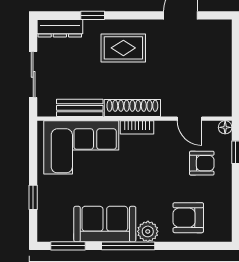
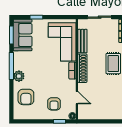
door: (189, 119) -> (77, 98), swing flipped
armchair: (188, 218) -> (26, 97), turned 180
sofa: (105, 224) -> (23, 35), moved

